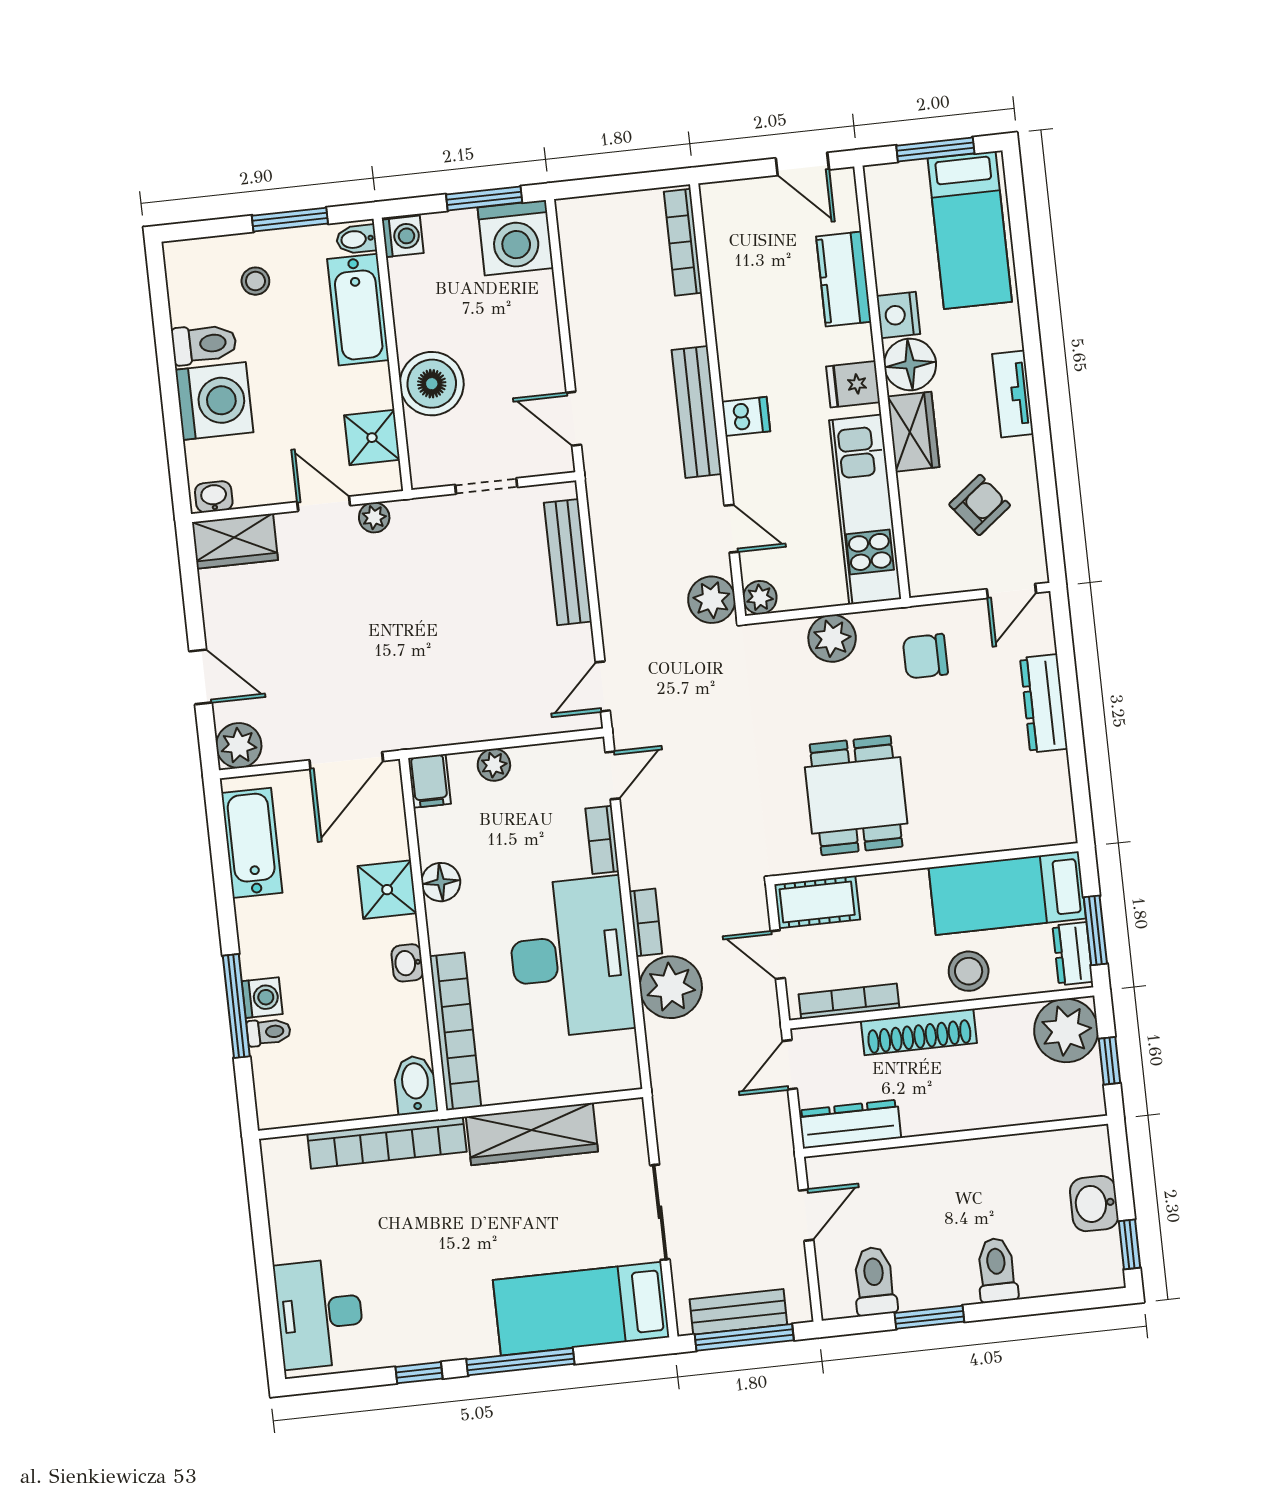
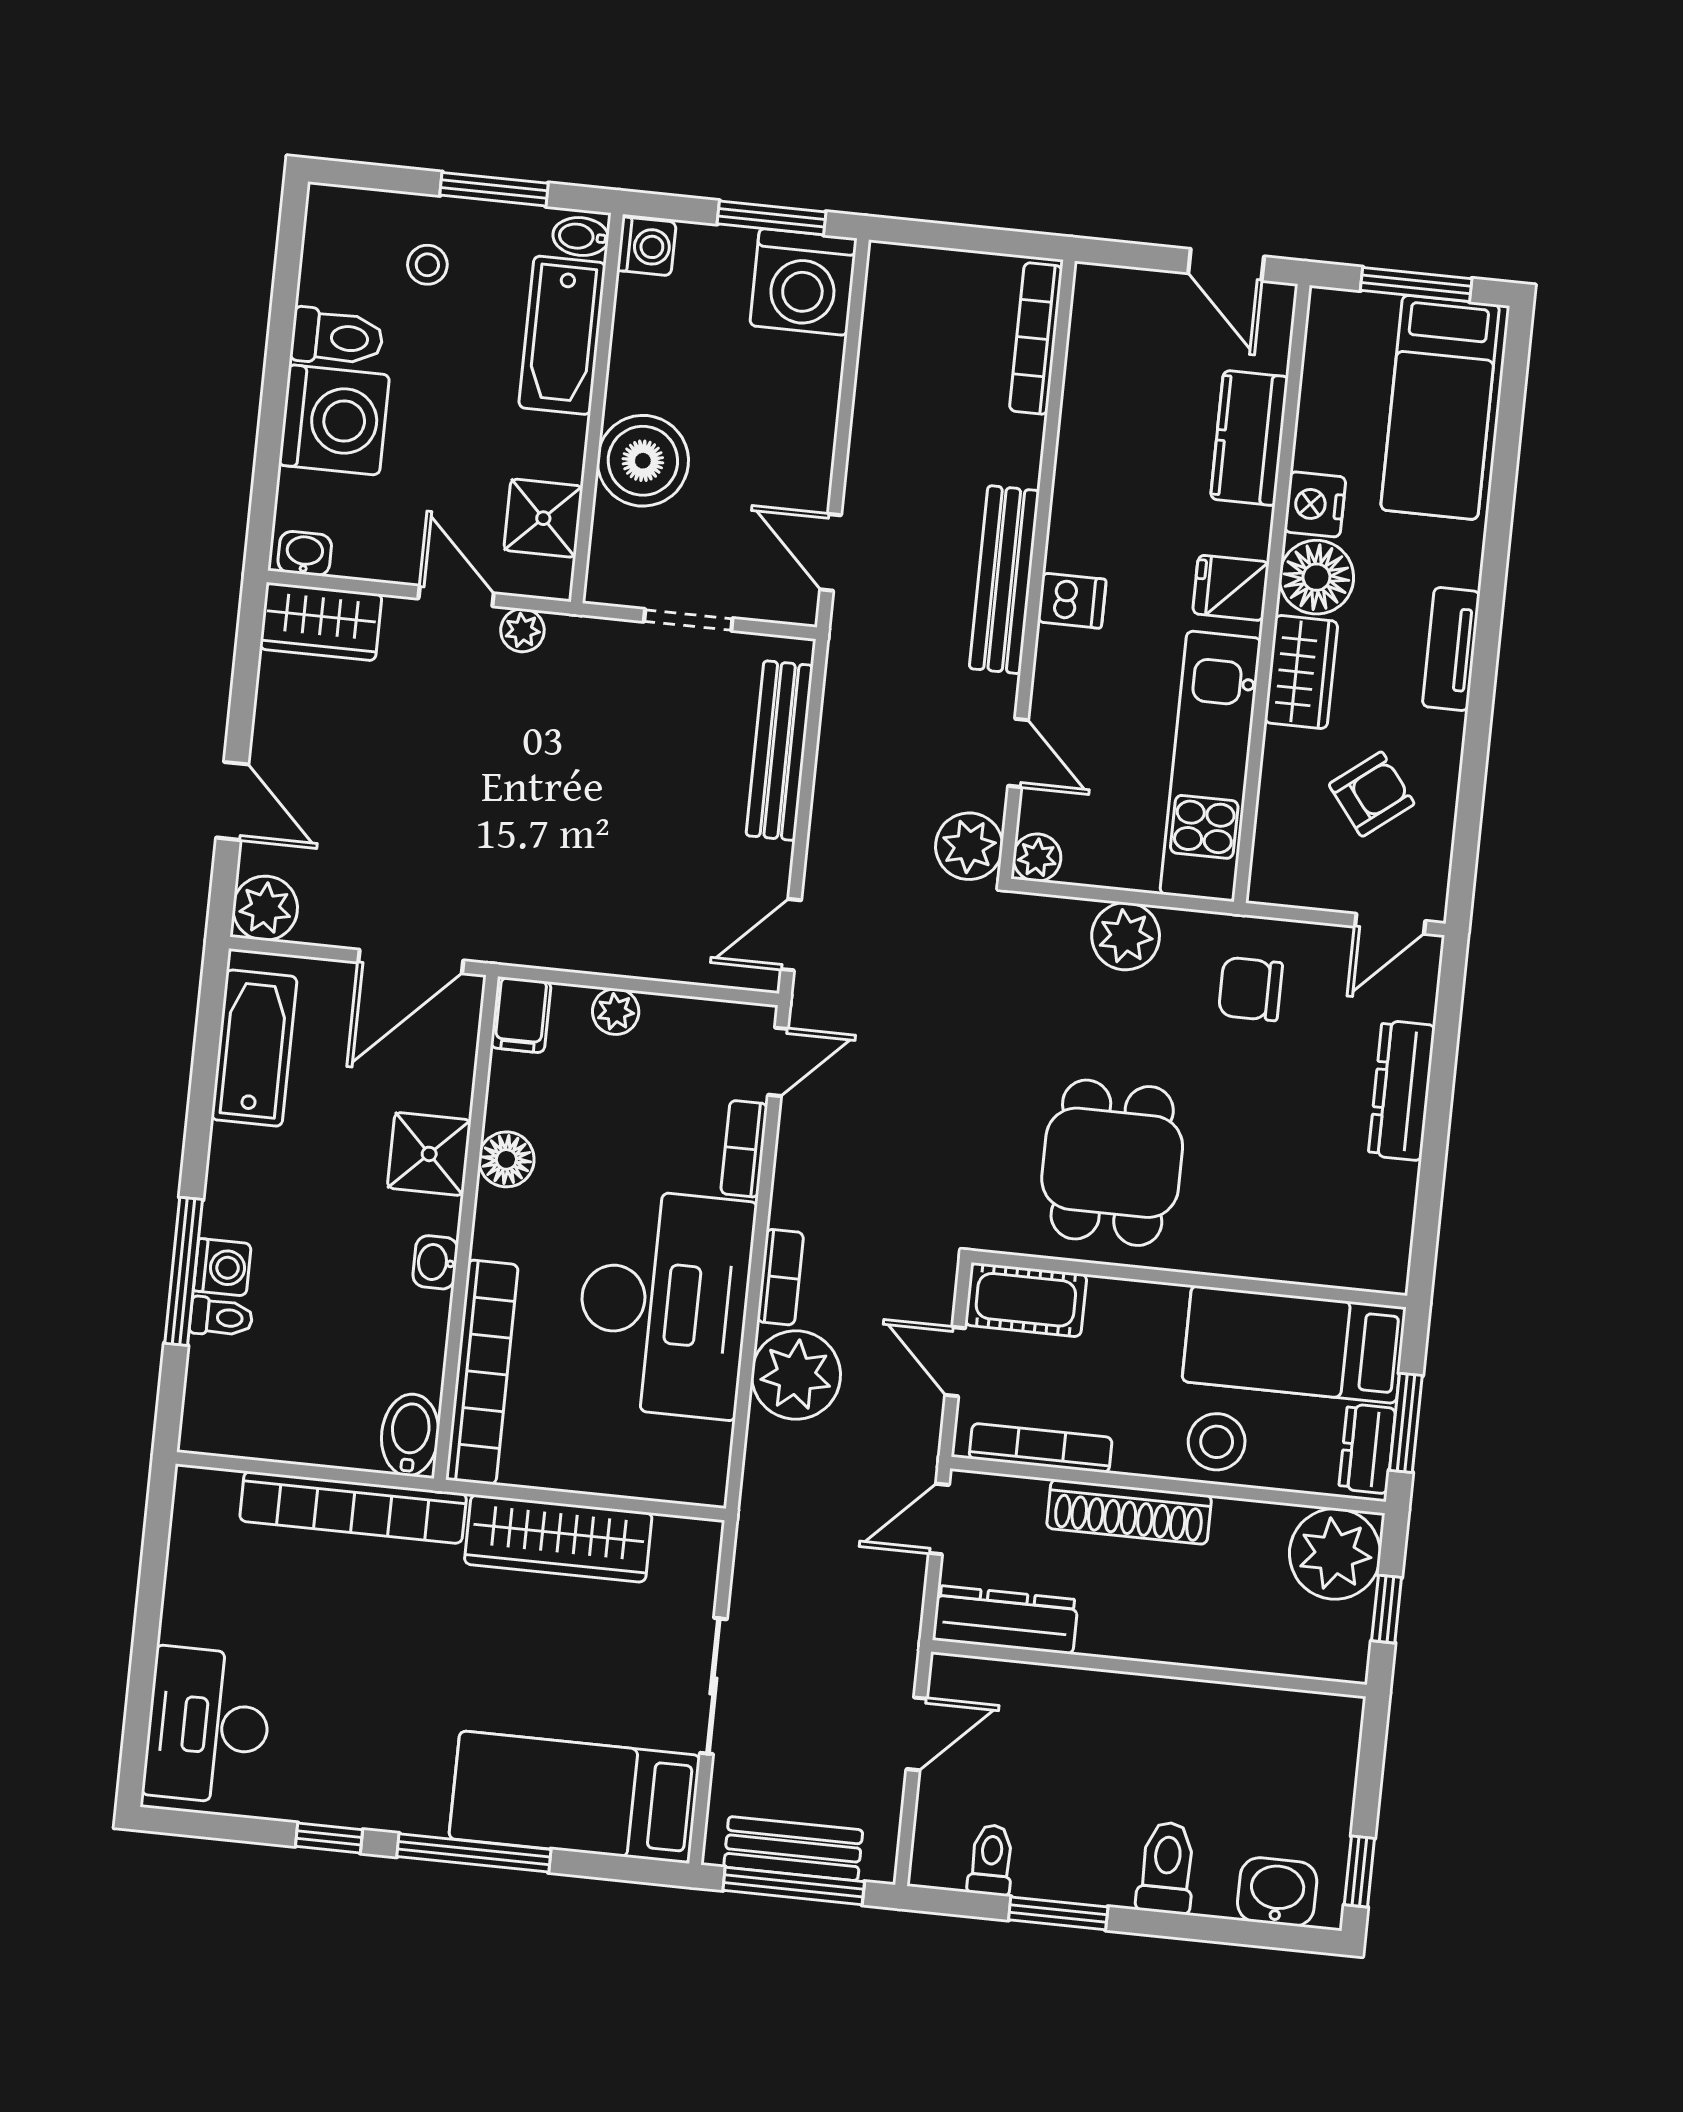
washbasin: (1094, 1204) -> (1277, 1892), moved, turned 90
toilet: (875, 1281) -> (991, 1860), width x0.73, depth x0.72

